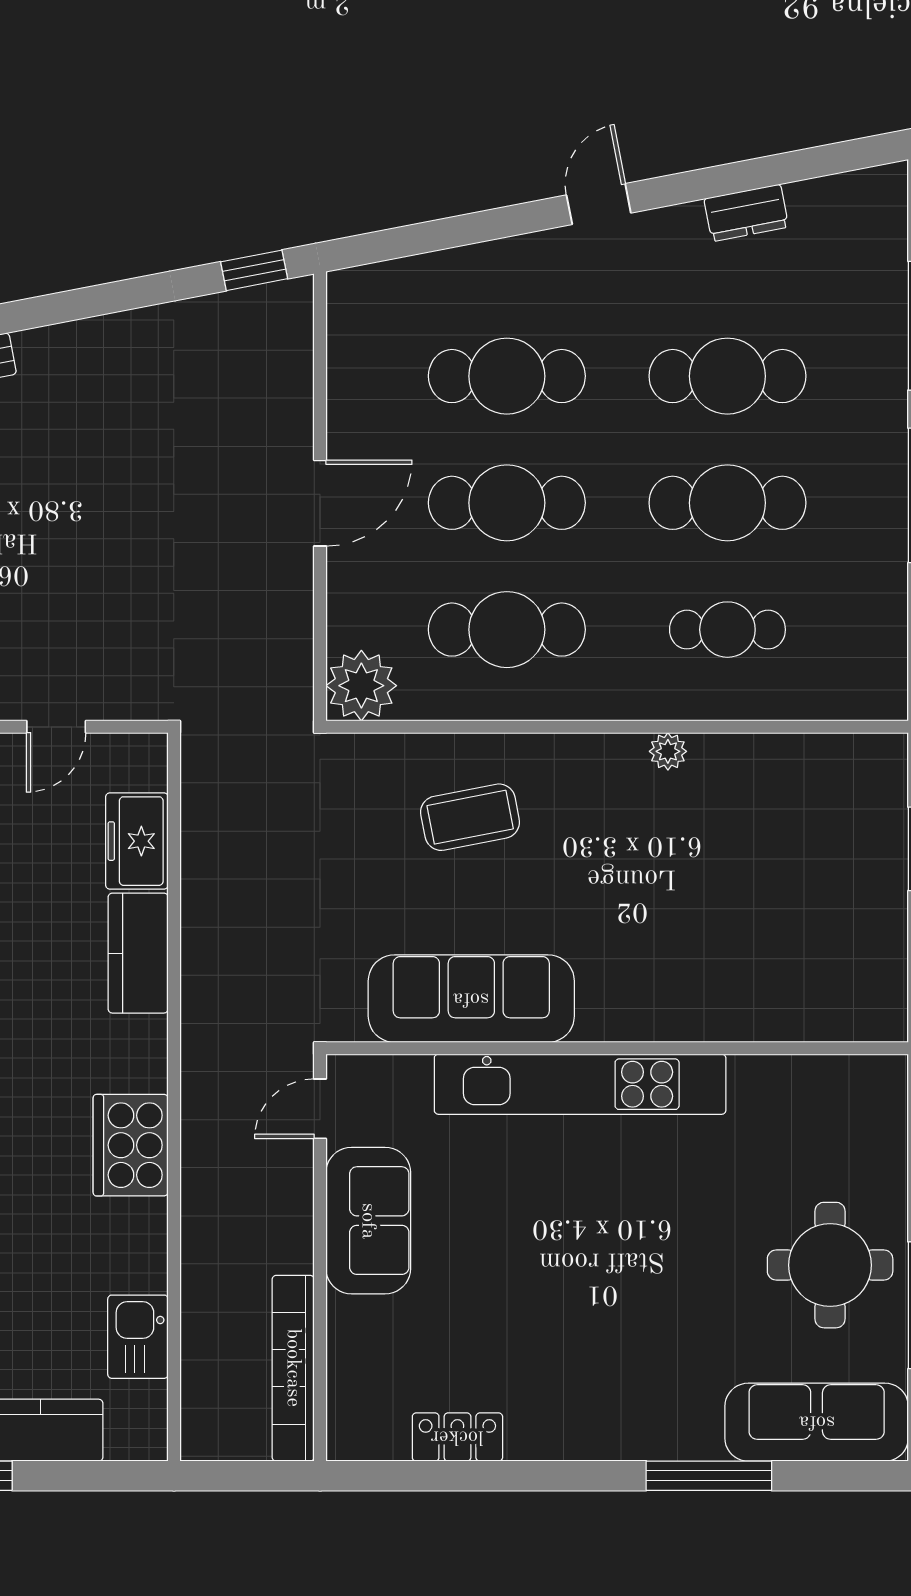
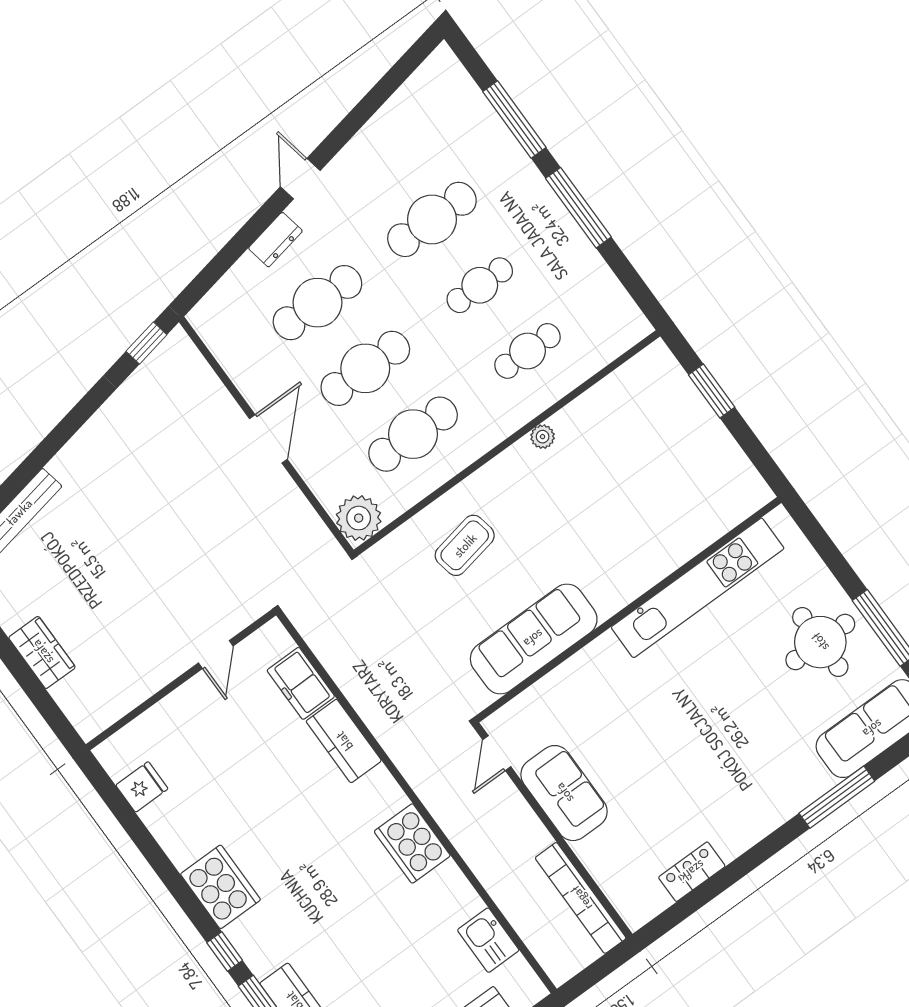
dresser: (746, 213) -> (275, 240), moved
cafe table: (727, 503) -> (480, 285), width x0.73, depth x0.74
kitchen unit: (580, 1084) -> (698, 588), moved

